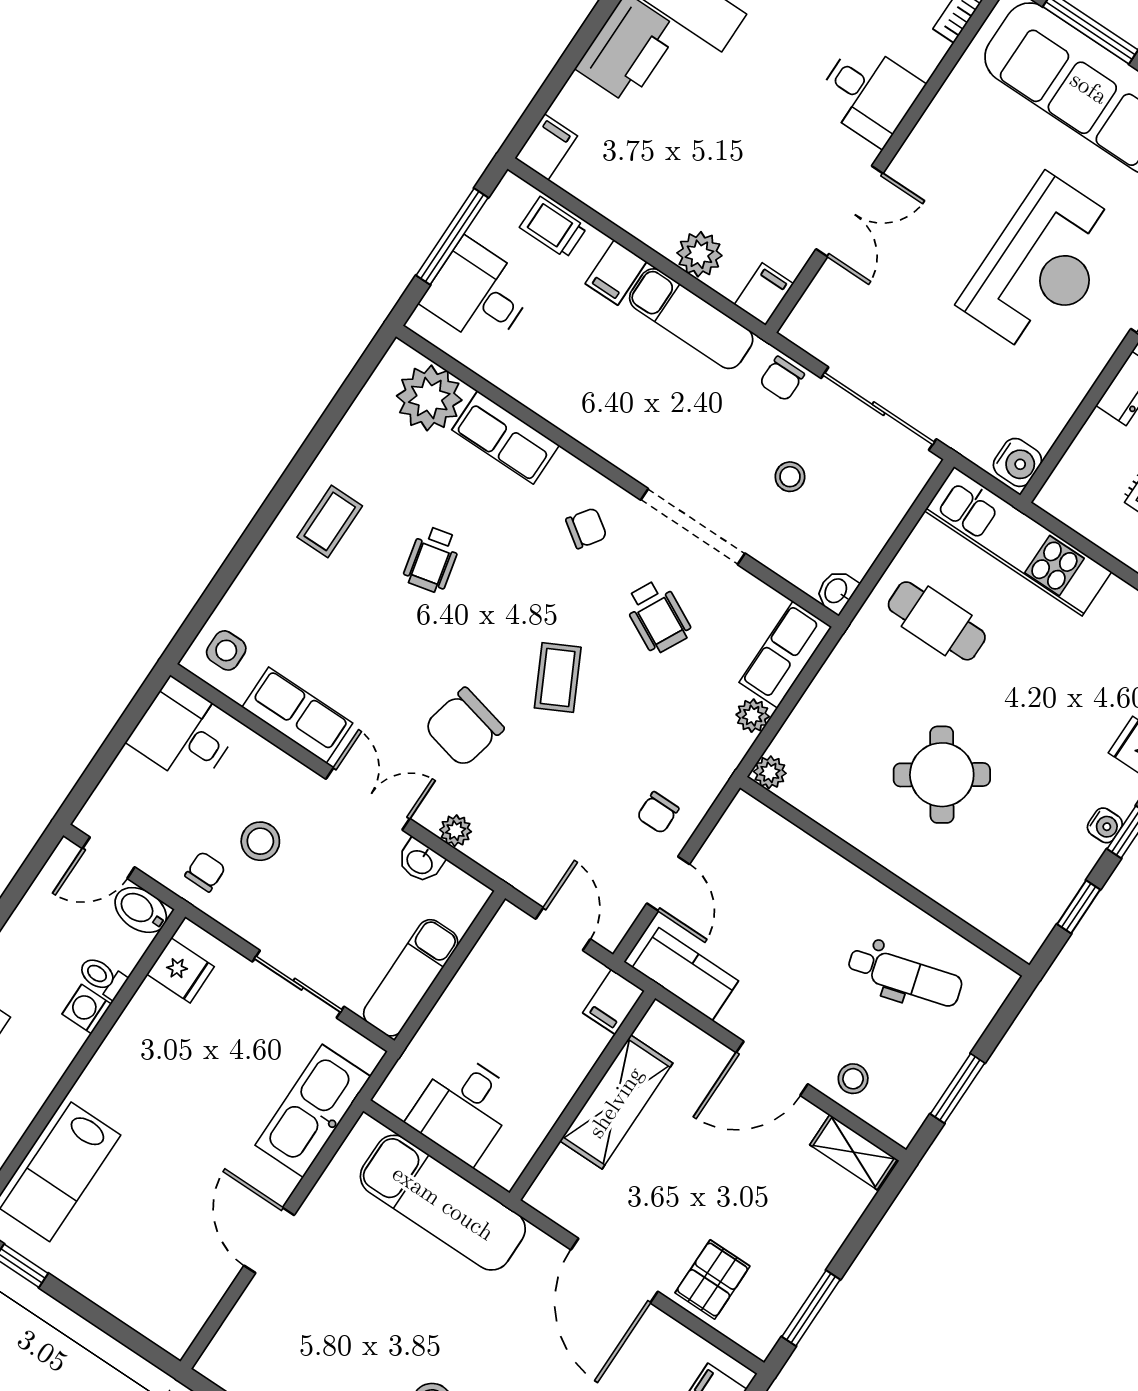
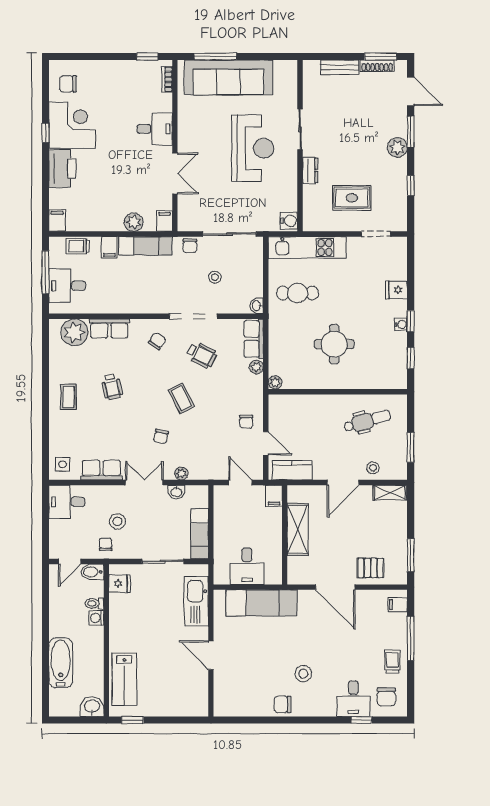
chair: (464, 727) -> (161, 436), width x0.54, depth x0.54
round table: (942, 775) -> (334, 344), turned 34
pallet: (712, 1279) -> (371, 568), turned 90

